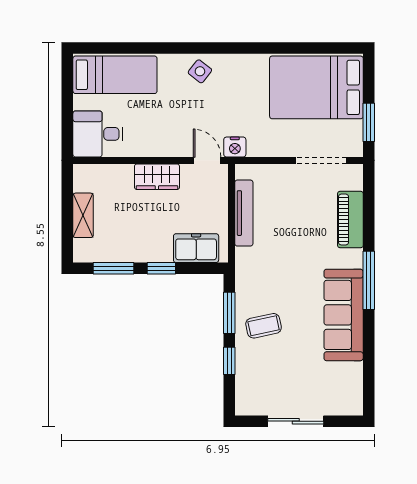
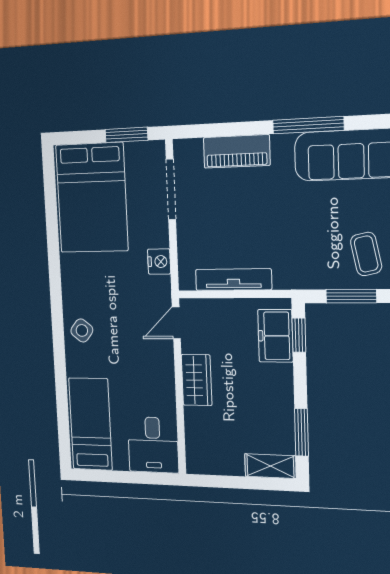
nightstand: (235, 147) -> (159, 262), moved
shelving: (83, 215) -> (270, 466), moved
window: (161, 268) -> (299, 335), moved

